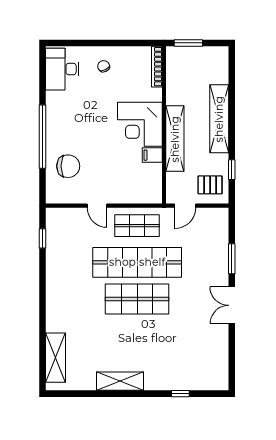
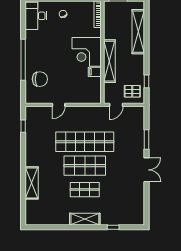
shelving: (219, 119) -> (138, 32), moved
door: (97, 206) -> (59, 105), hinge flipped
shop shelf: (137, 226) -> (85, 190), moved
double door: (232, 305) -> (146, 170), swing flipped
shelving: (56, 358) -> (32, 183), moved
shelving: (120, 381) -> (85, 219), moved

